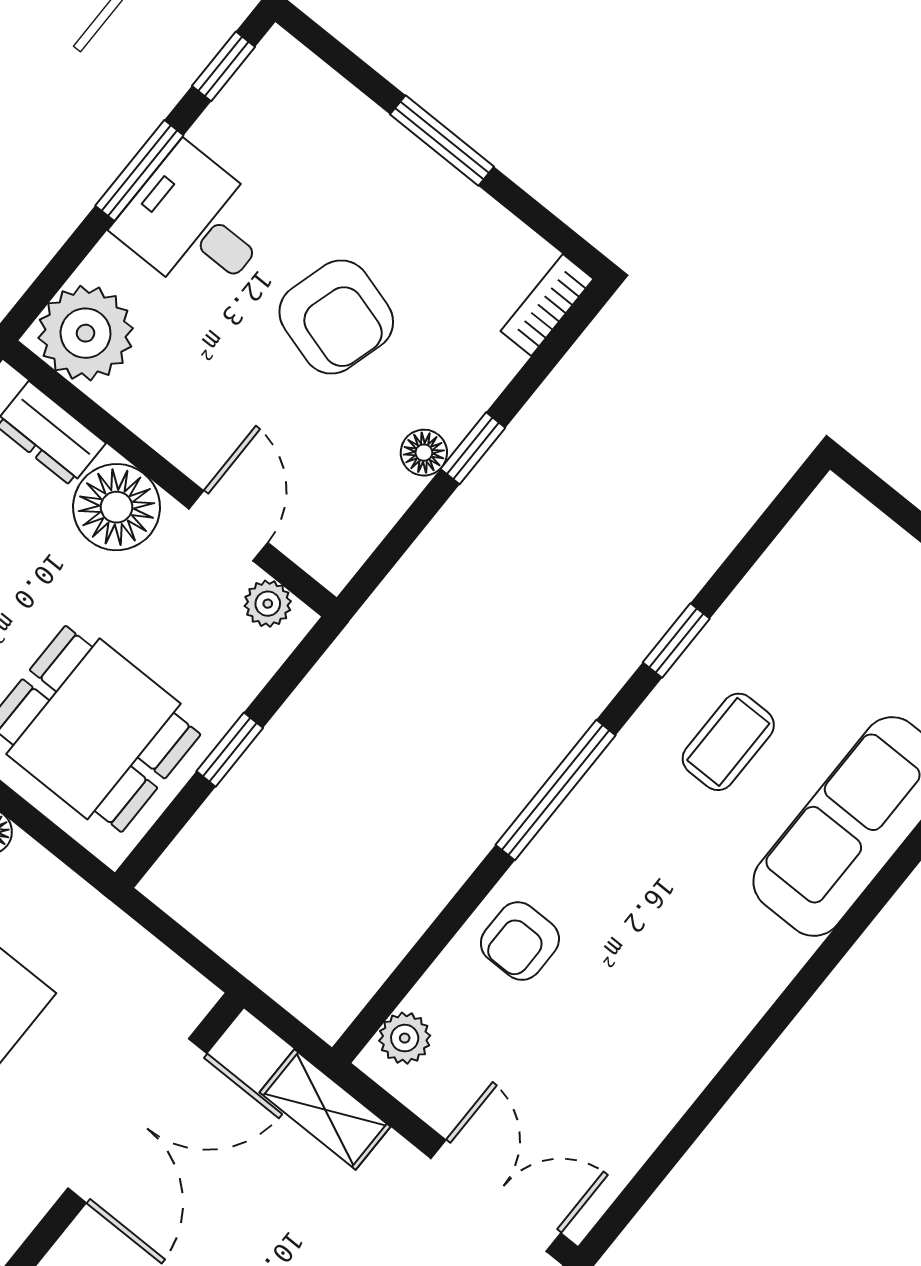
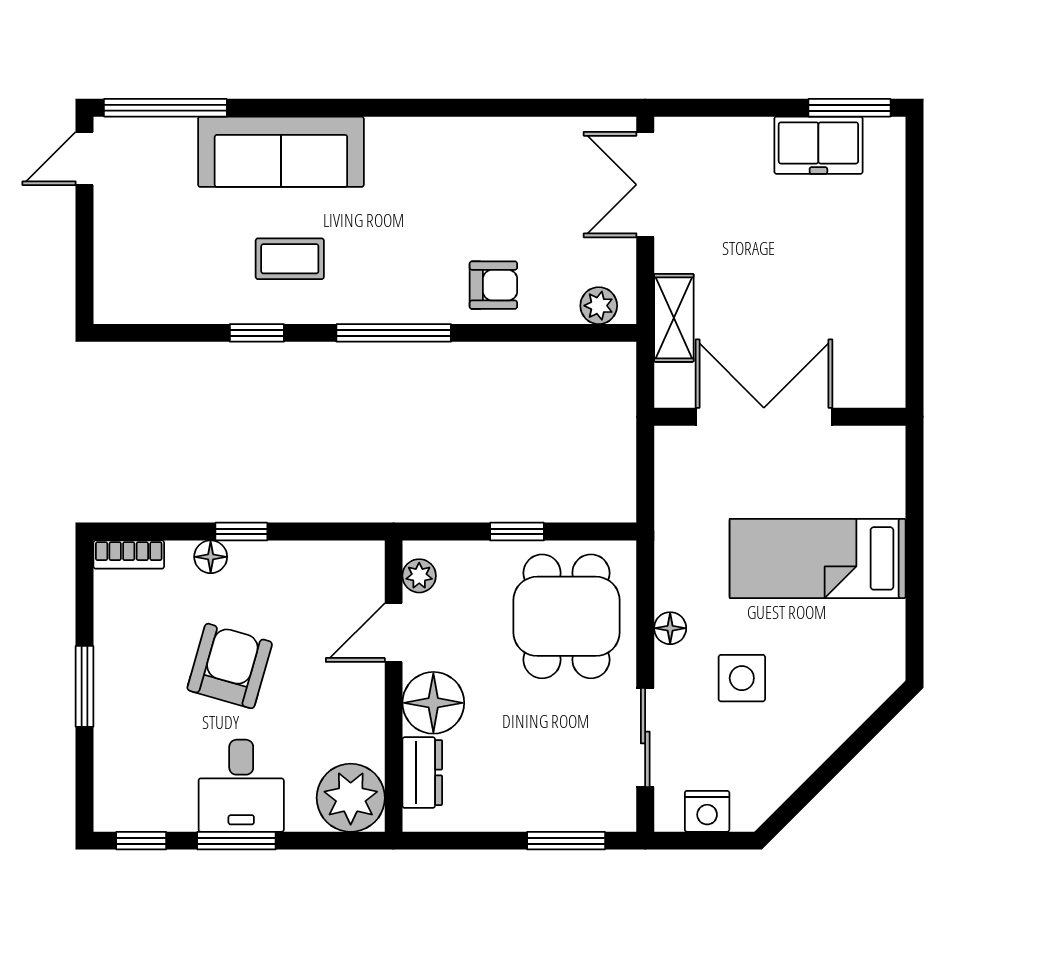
floor lamp: (424, 453) -> (211, 557), moved

